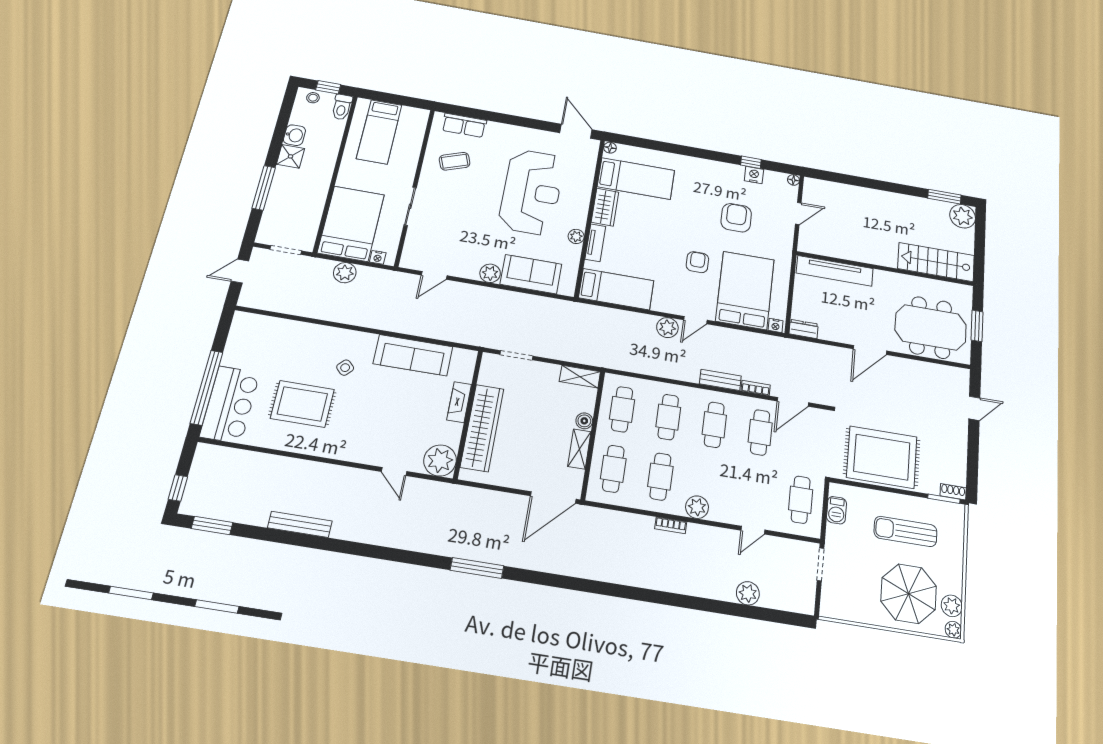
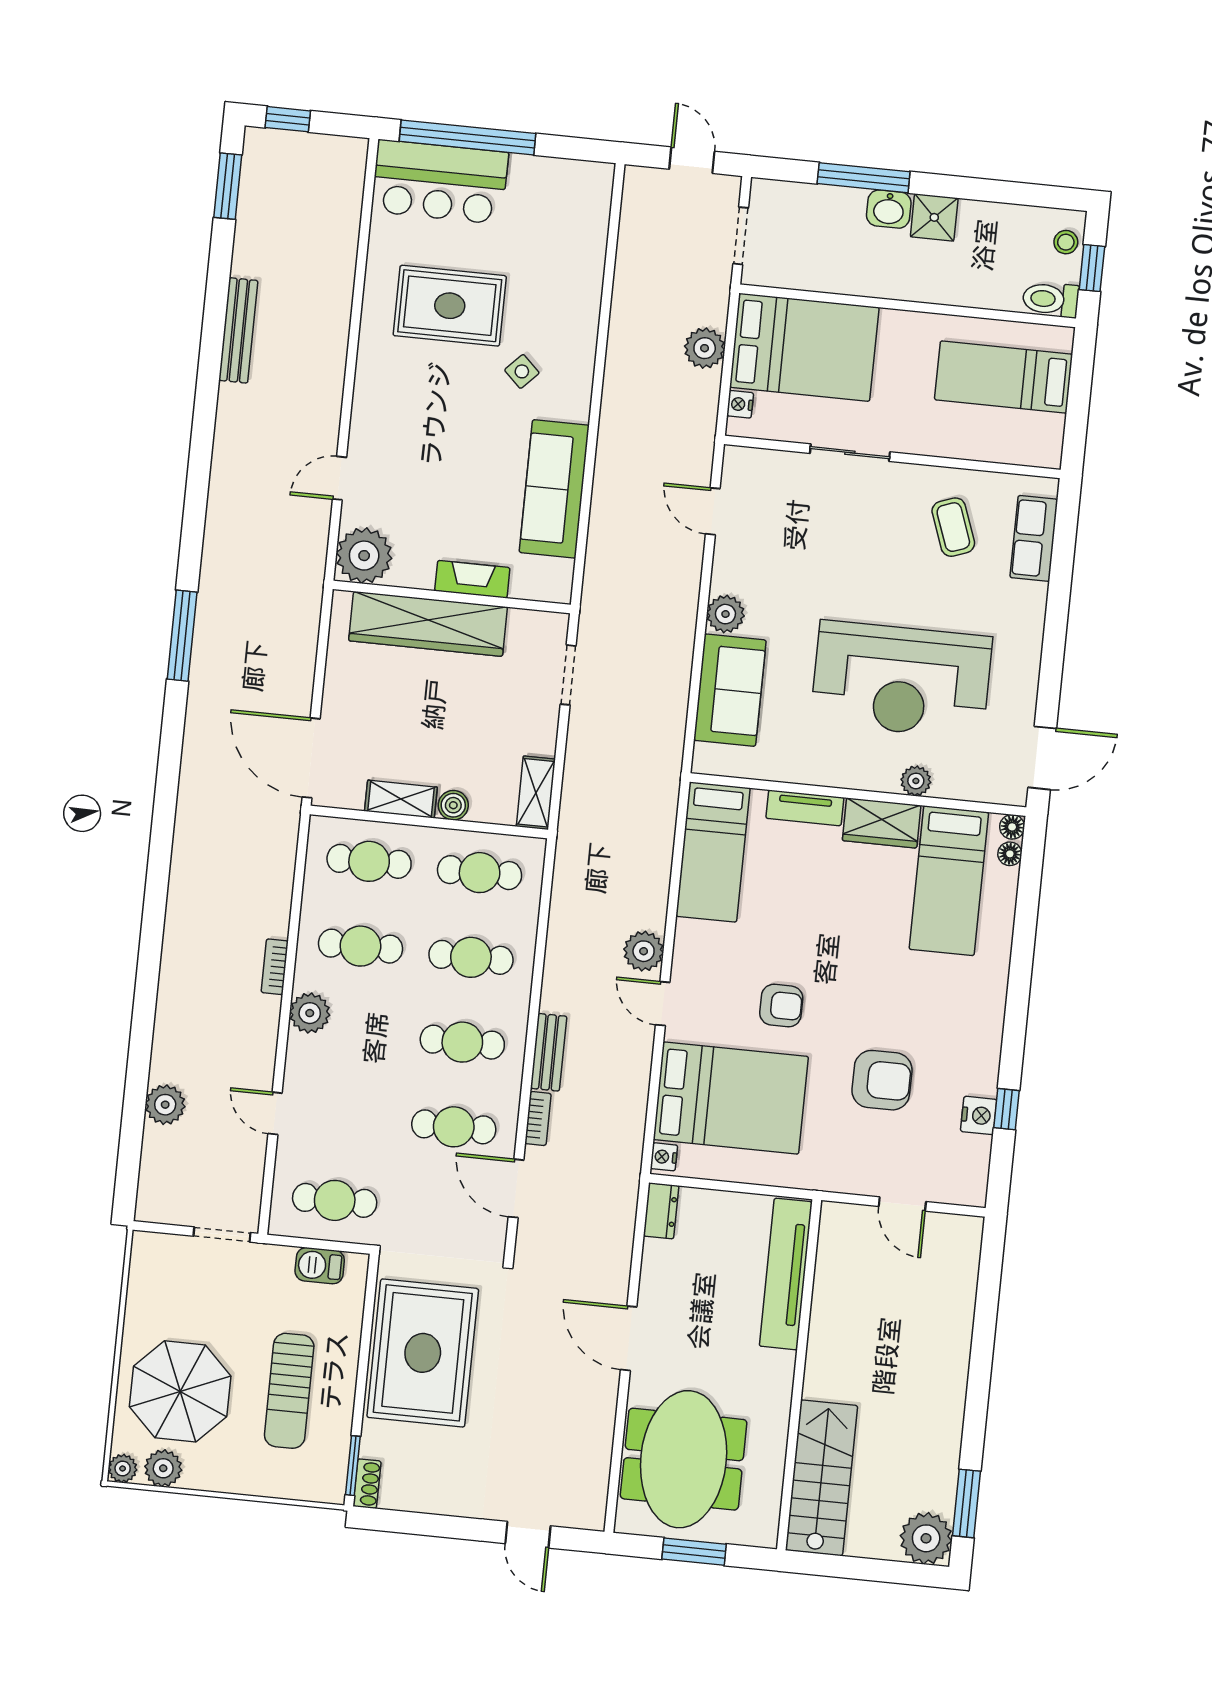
washbasin: (294, 135) -> (889, 209), moved
floor lamp: (793, 180) -> (1010, 854), moved
plant: (576, 236) -> (916, 781), moved
rug: (302, 404) -> (450, 306), turned 90
sun lounger: (905, 531) -> (289, 1391), turned 180

